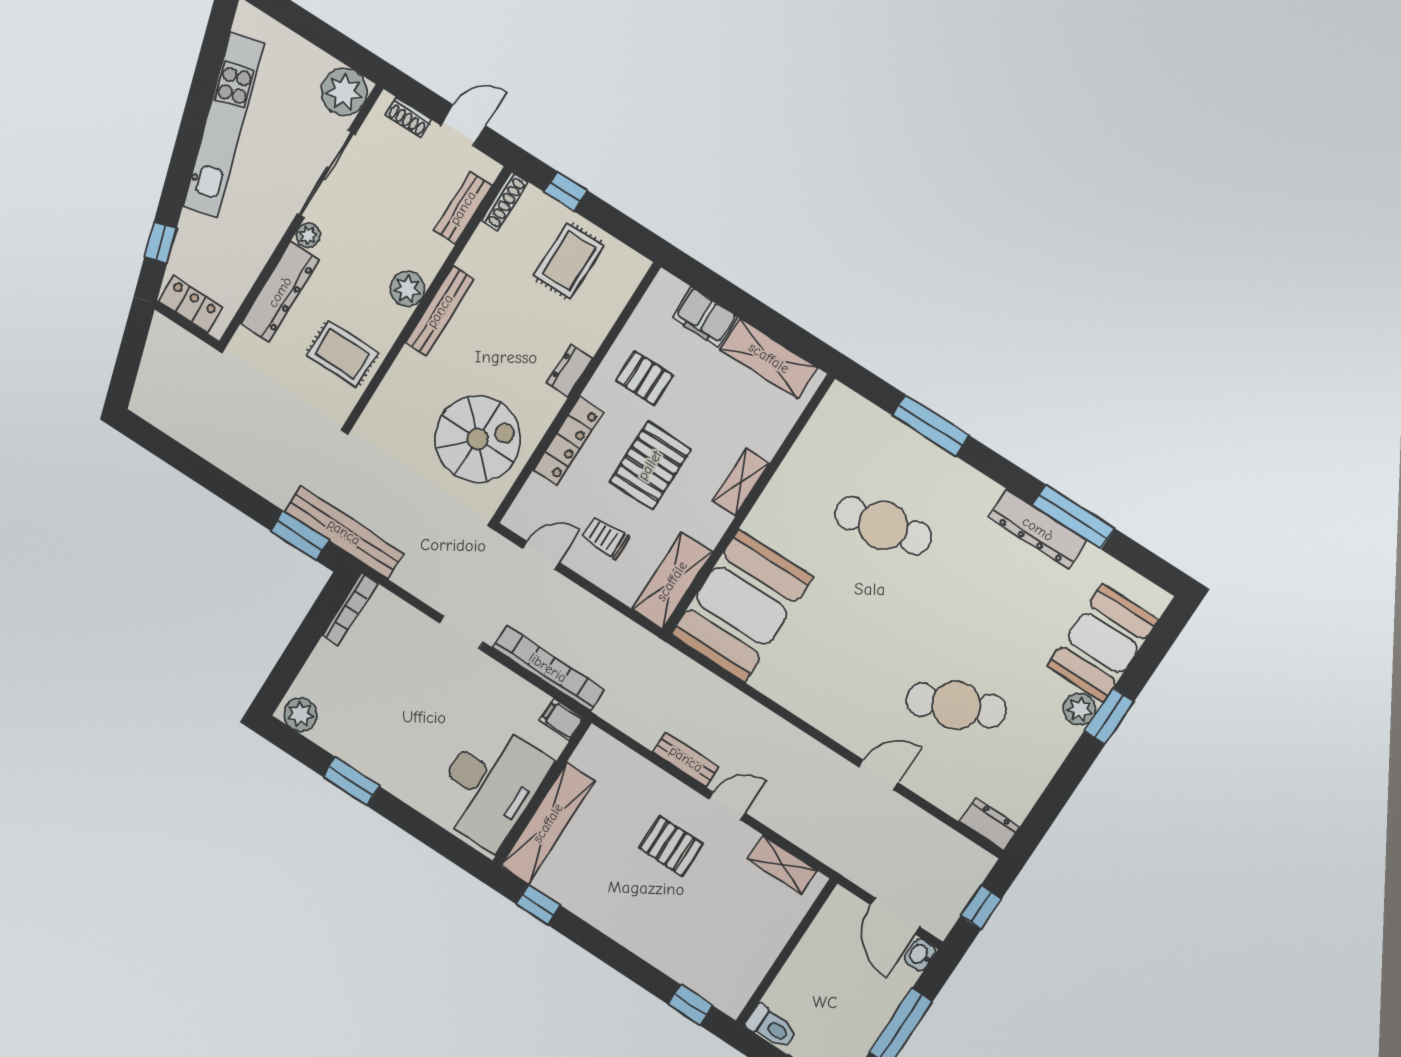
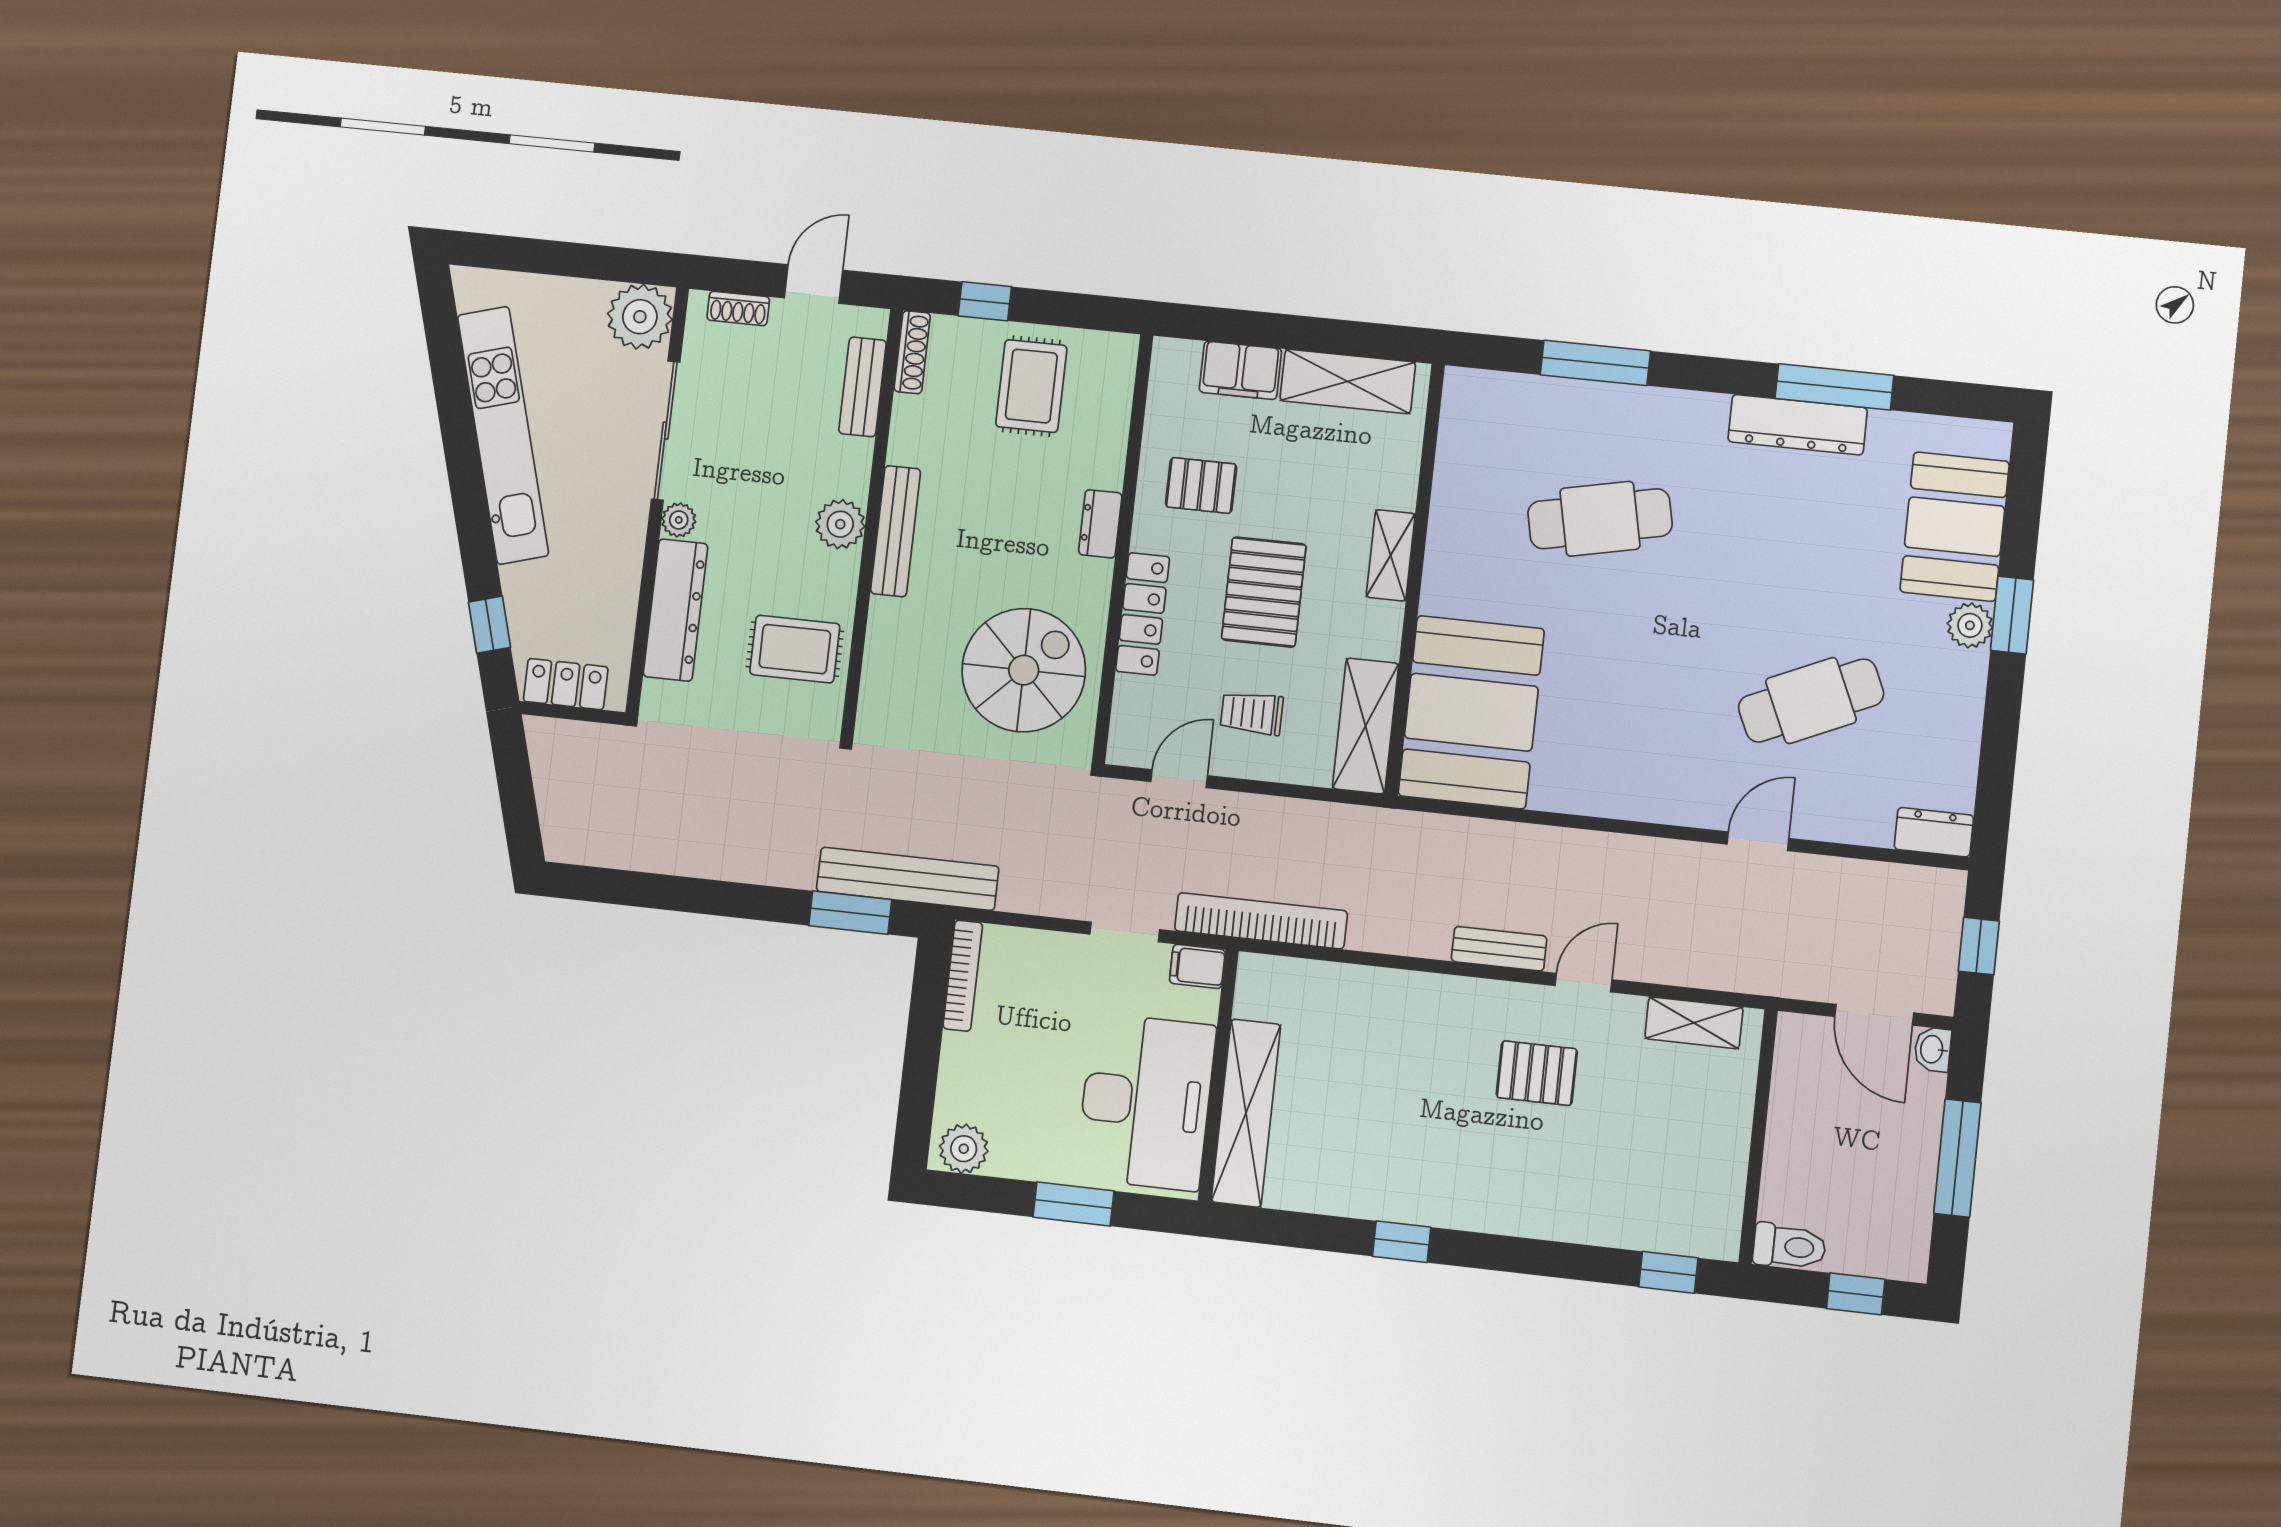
filing cabinet: (562, 719) -> (1197, 966), moved
desk: (490, 785) -> (1146, 1102), moved
wall: (542, 792) -> (1218, 1076), moved
shelving: (548, 823) -> (1246, 1113), moved

